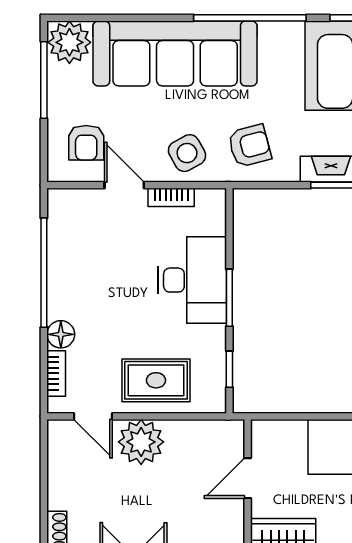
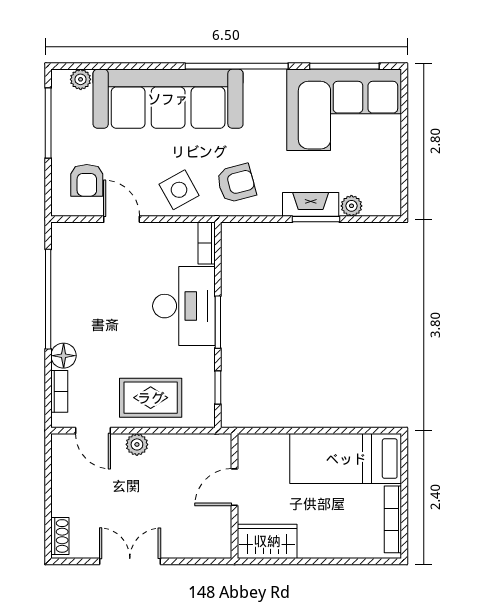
plant: (69, 42) -> (81, 79), width x0.53, depth x0.53
bookcase: (171, 197) -> (207, 243), moved, turned 90
plant: (141, 442) -> (137, 444), width x0.53, depth x0.53

